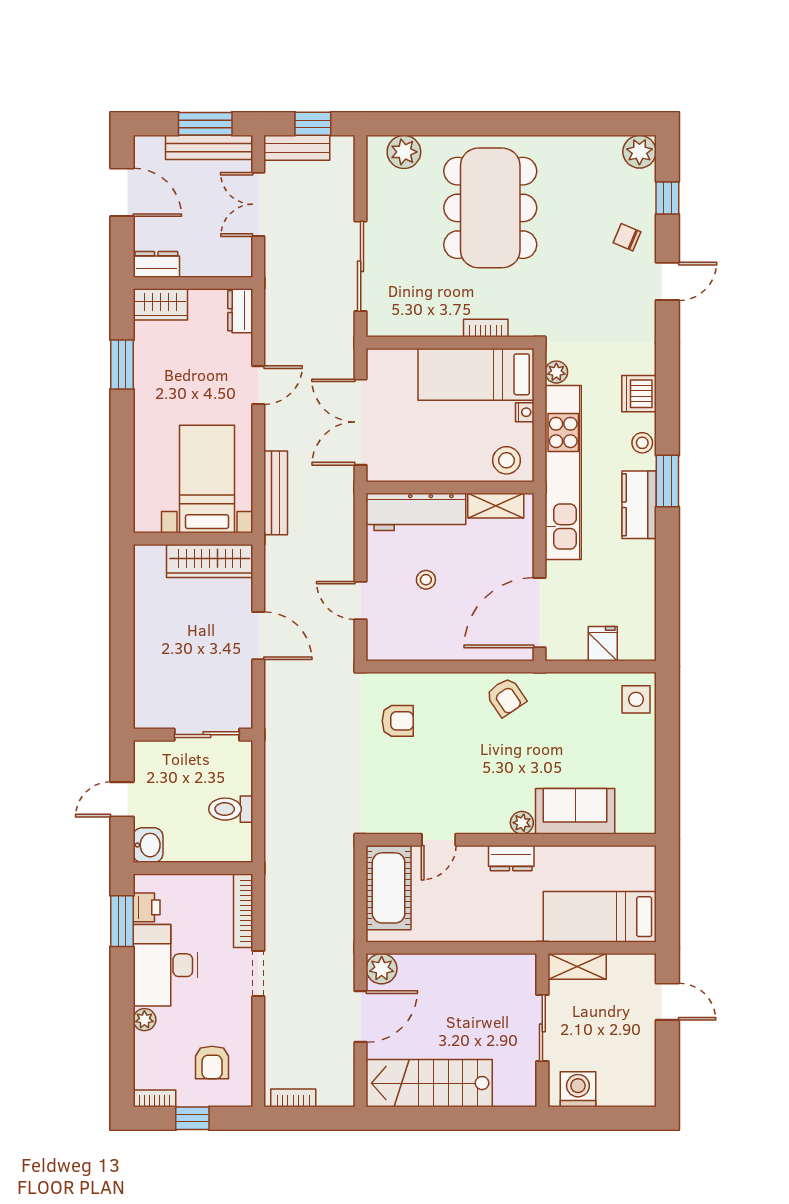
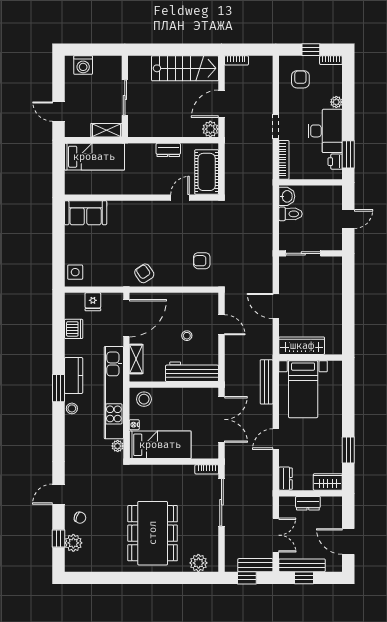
window: (205, 124) -> (304, 578), width x0.67
plant: (639, 152) -> (73, 543), moved
dresser: (156, 264) -> (308, 503), moved
bookcase: (486, 328) -> (207, 469), moved
dishwasher: (639, 394) -> (74, 329), moved
shelving: (496, 506) -> (136, 359), moved, turned 90
sofa: (575, 811) -> (86, 213), moved
plant: (522, 823) -> (136, 207), removed
washbasin: (148, 845) -> (287, 196), moved, turned 180
dresser: (511, 858) -> (168, 150), moved, turned 180
washing machine: (578, 1089) -> (83, 65), moved
bookcase: (293, 1098) -> (236, 60), moved

